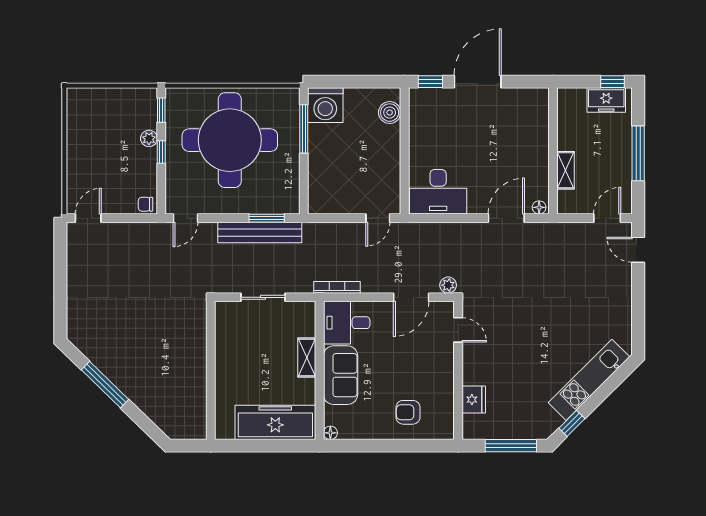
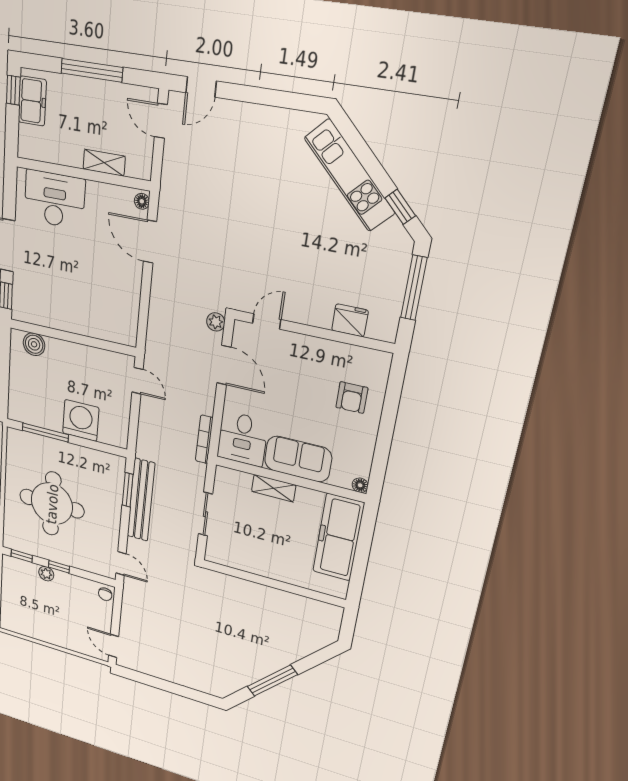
washing machine: (325, 105) -> (81, 420), moved, turned -90
round table: (230, 140) -> (52, 504), width x0.73, depth x0.73
desk: (438, 192) -> (54, 199), moved, turned -90

